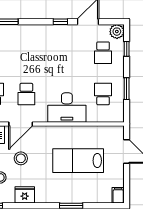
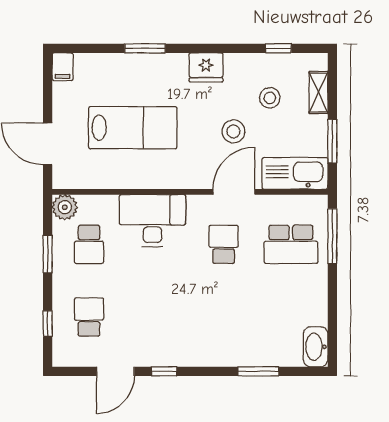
plant: (117, 32) -> (65, 207), moved
fridge: (25, 195) -> (206, 67), moved

